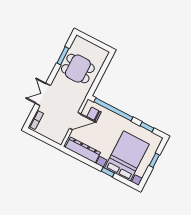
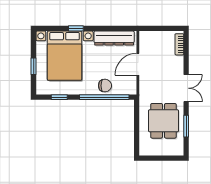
dining table: (78, 69) -> (163, 121), turned 90
double door: (43, 94) -> (186, 88), moved
chair: (94, 114) -> (105, 86), moved

